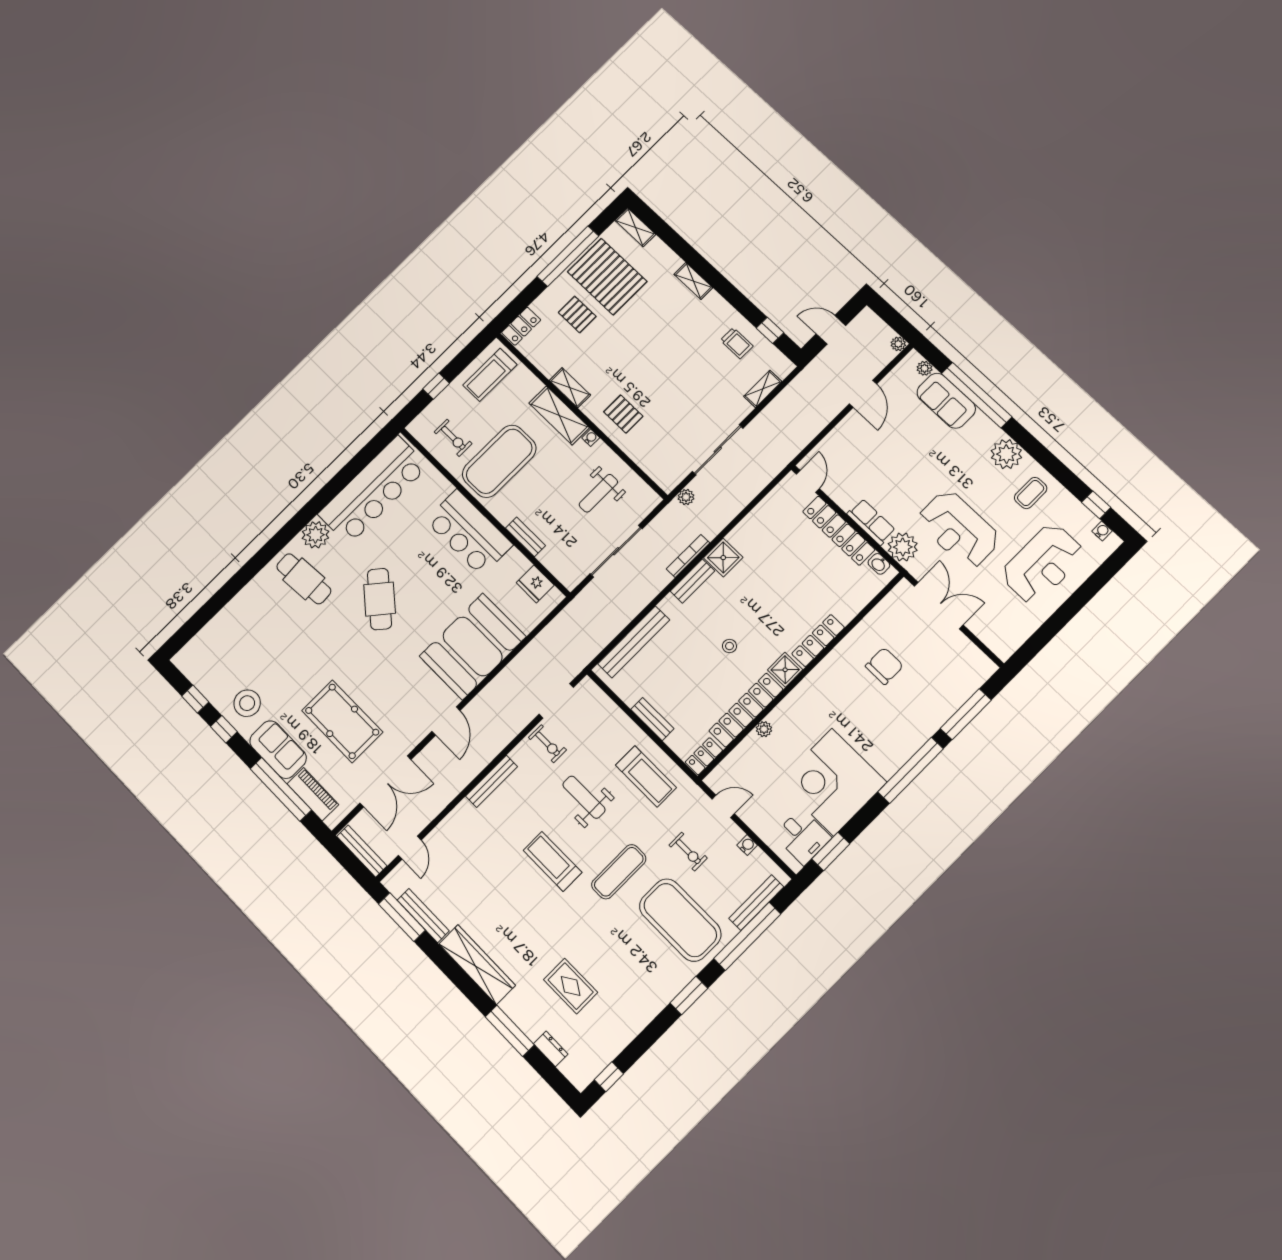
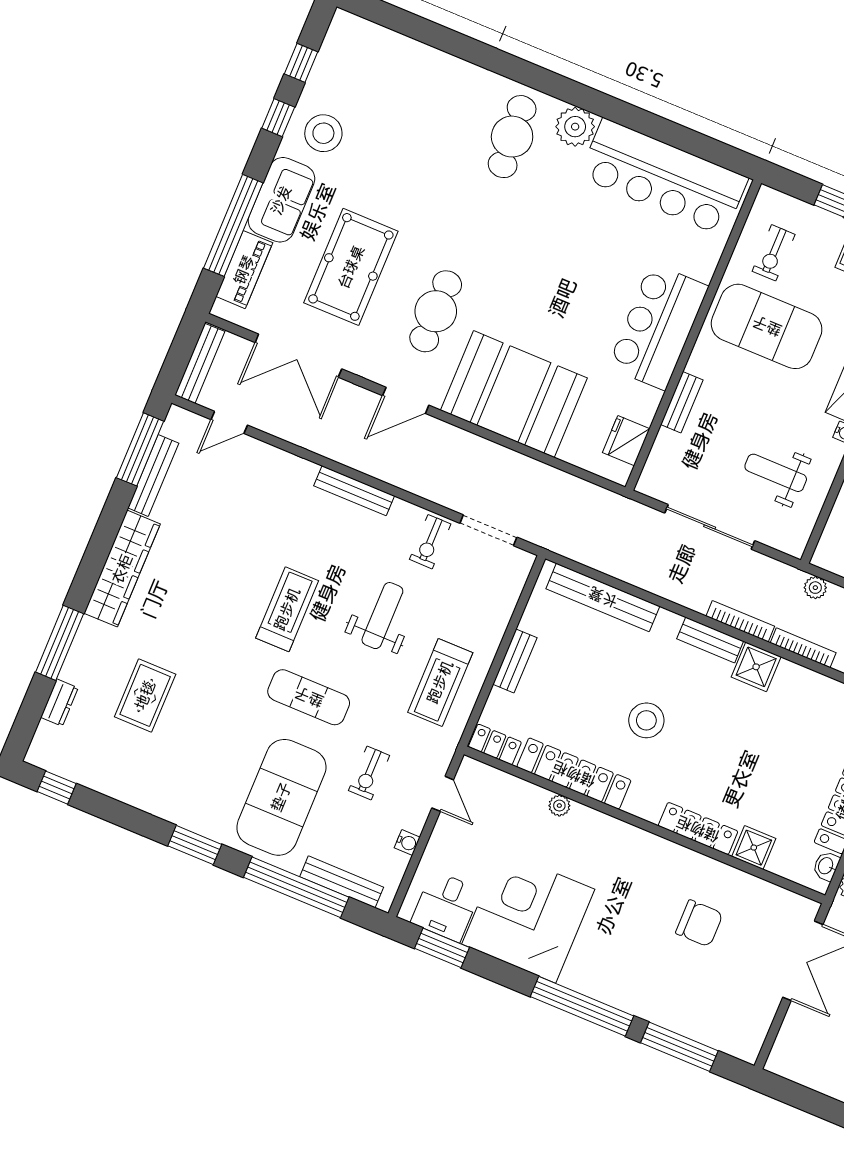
bookcase: (723, 521) -> (803, 648), added
cafe table: (380, 599) -> (436, 311), moved, turned -40
stool: (729, 646) -> (646, 720), width x1.89, depth x1.89
shower: (785, 670) -> (754, 848), moved

